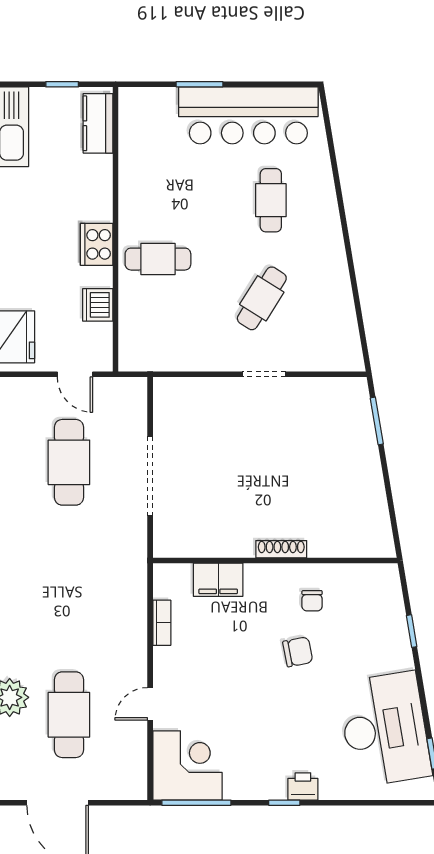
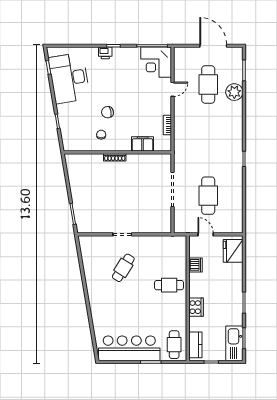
cafe table: (271, 200) -> (174, 345), moved
cooker: (97, 244) -> (196, 307), moved

